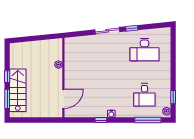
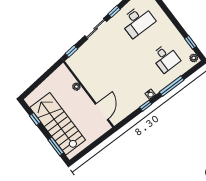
window: (75, 34) -> (71, 51), added
window: (7, 77) -> (35, 119), moved
stairs: (18, 90) -> (58, 124), width x1.36, depth x1.51
window: (148, 120) -> (172, 86), moved

